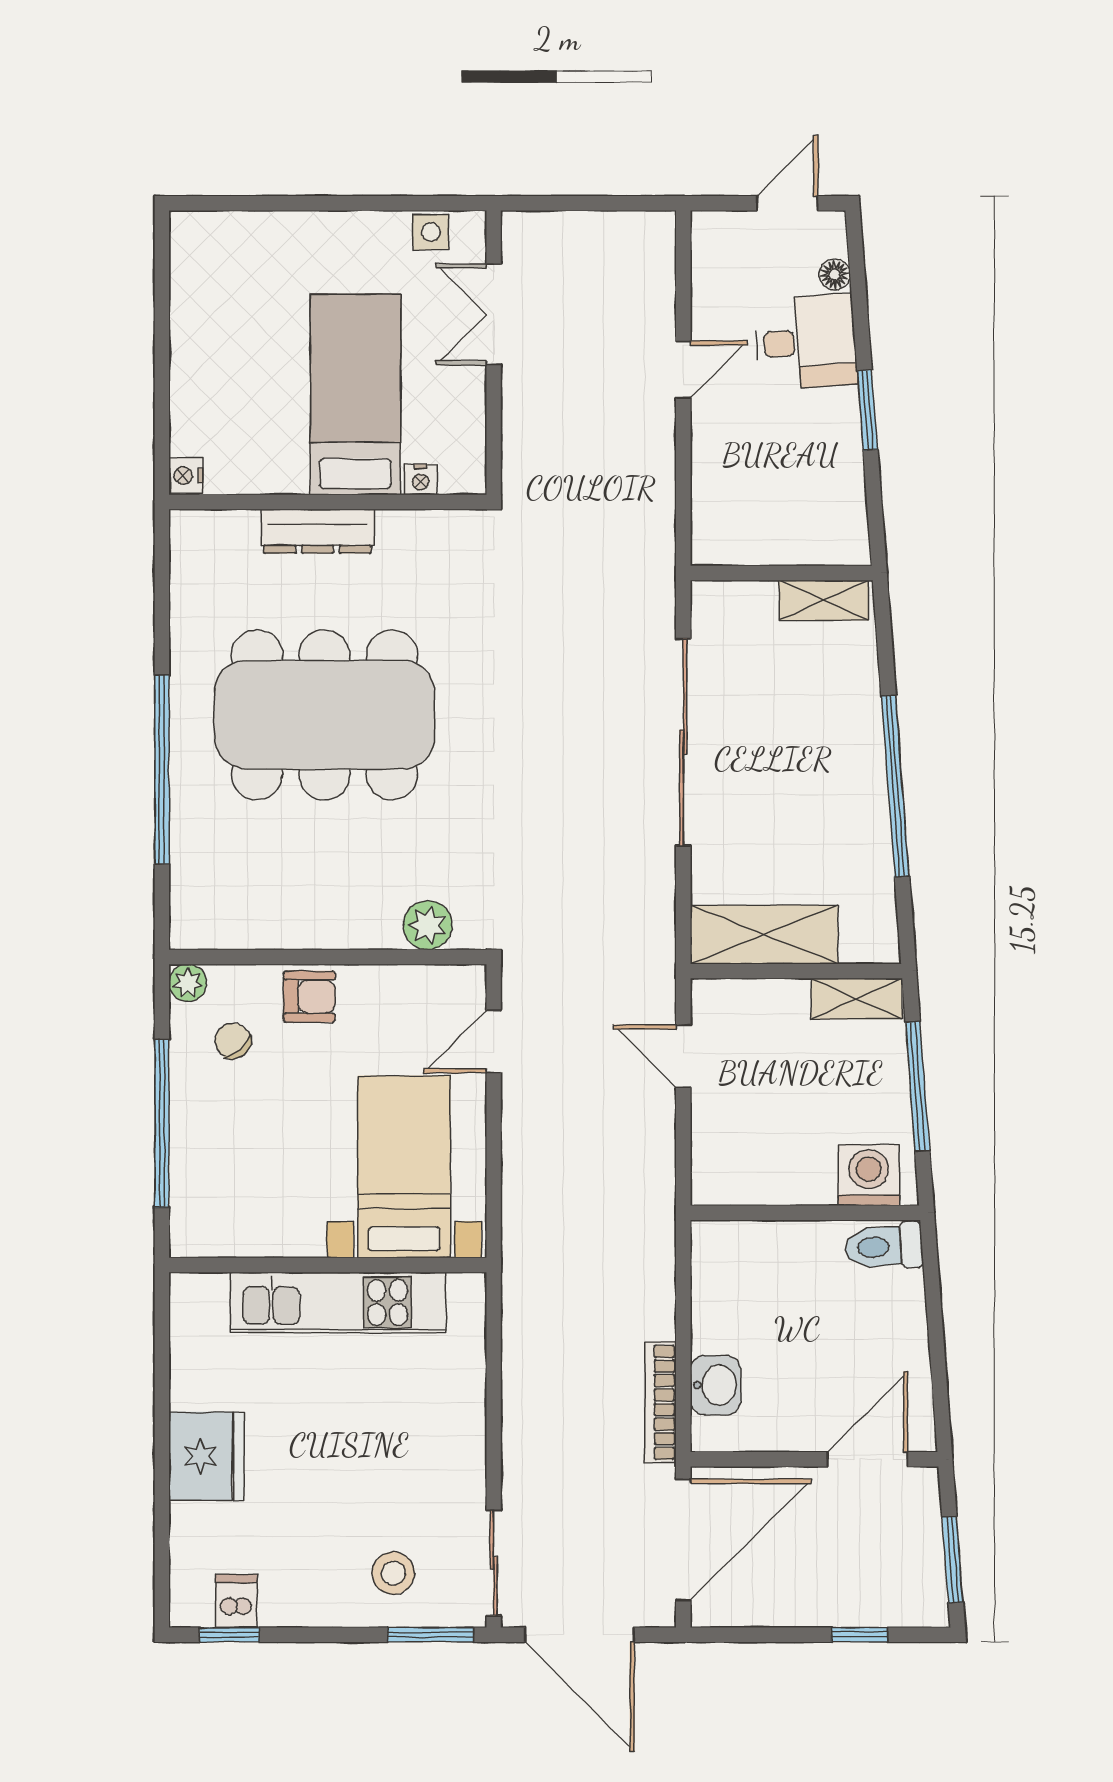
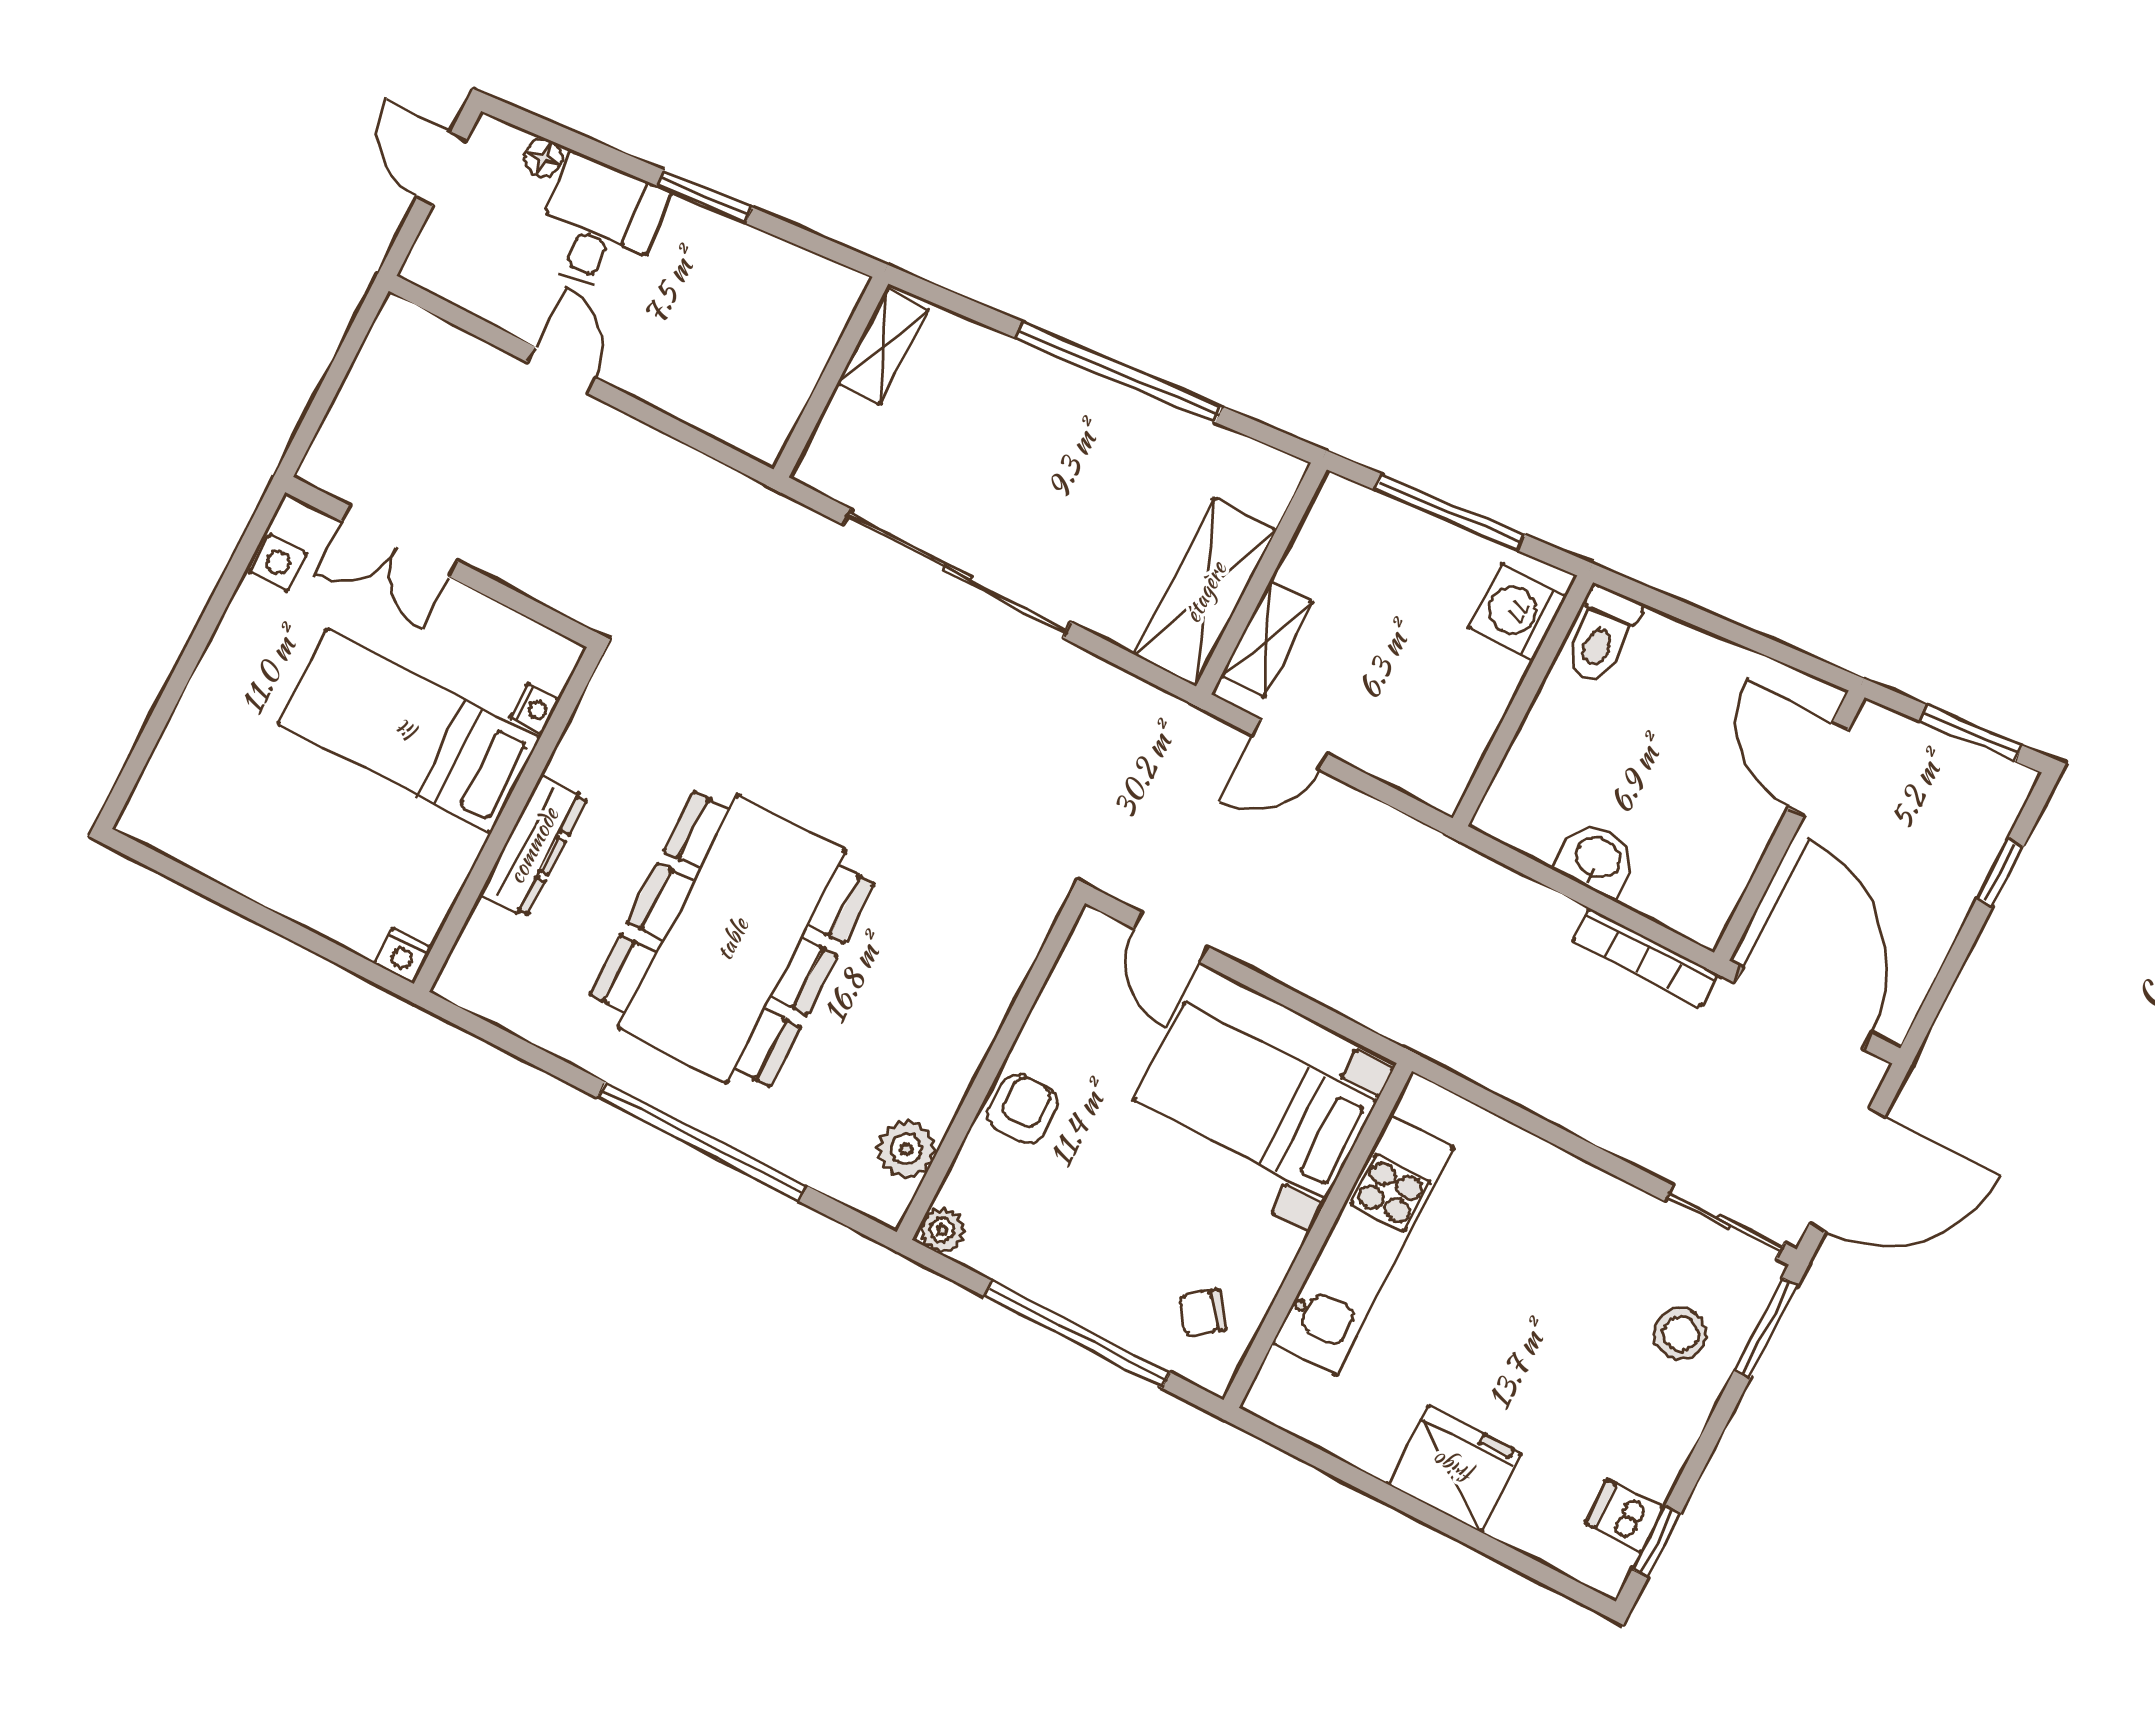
plant: (428, 925) -> (906, 1149), moved
shelving: (857, 999) -> (1267, 639), moved
chair: (233, 1041) -> (1202, 1313), moved
washbasin: (716, 1385) -> (1597, 859), moved

